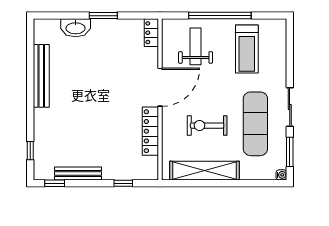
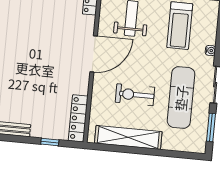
locker: (150, 131) -> (78, 118), moved
water cooler: (281, 175) -> (210, 51), moved

